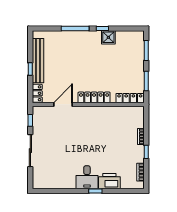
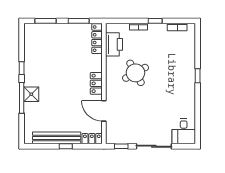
shower: (108, 37) -> (31, 94), moved
locker: (94, 97) -> (96, 83), width x0.66
round table: (98, 134) -> (135, 73), added
desk: (87, 177) -> (184, 131), moved, turned 90
printer: (109, 181) -> (114, 44), moved, turned 180

